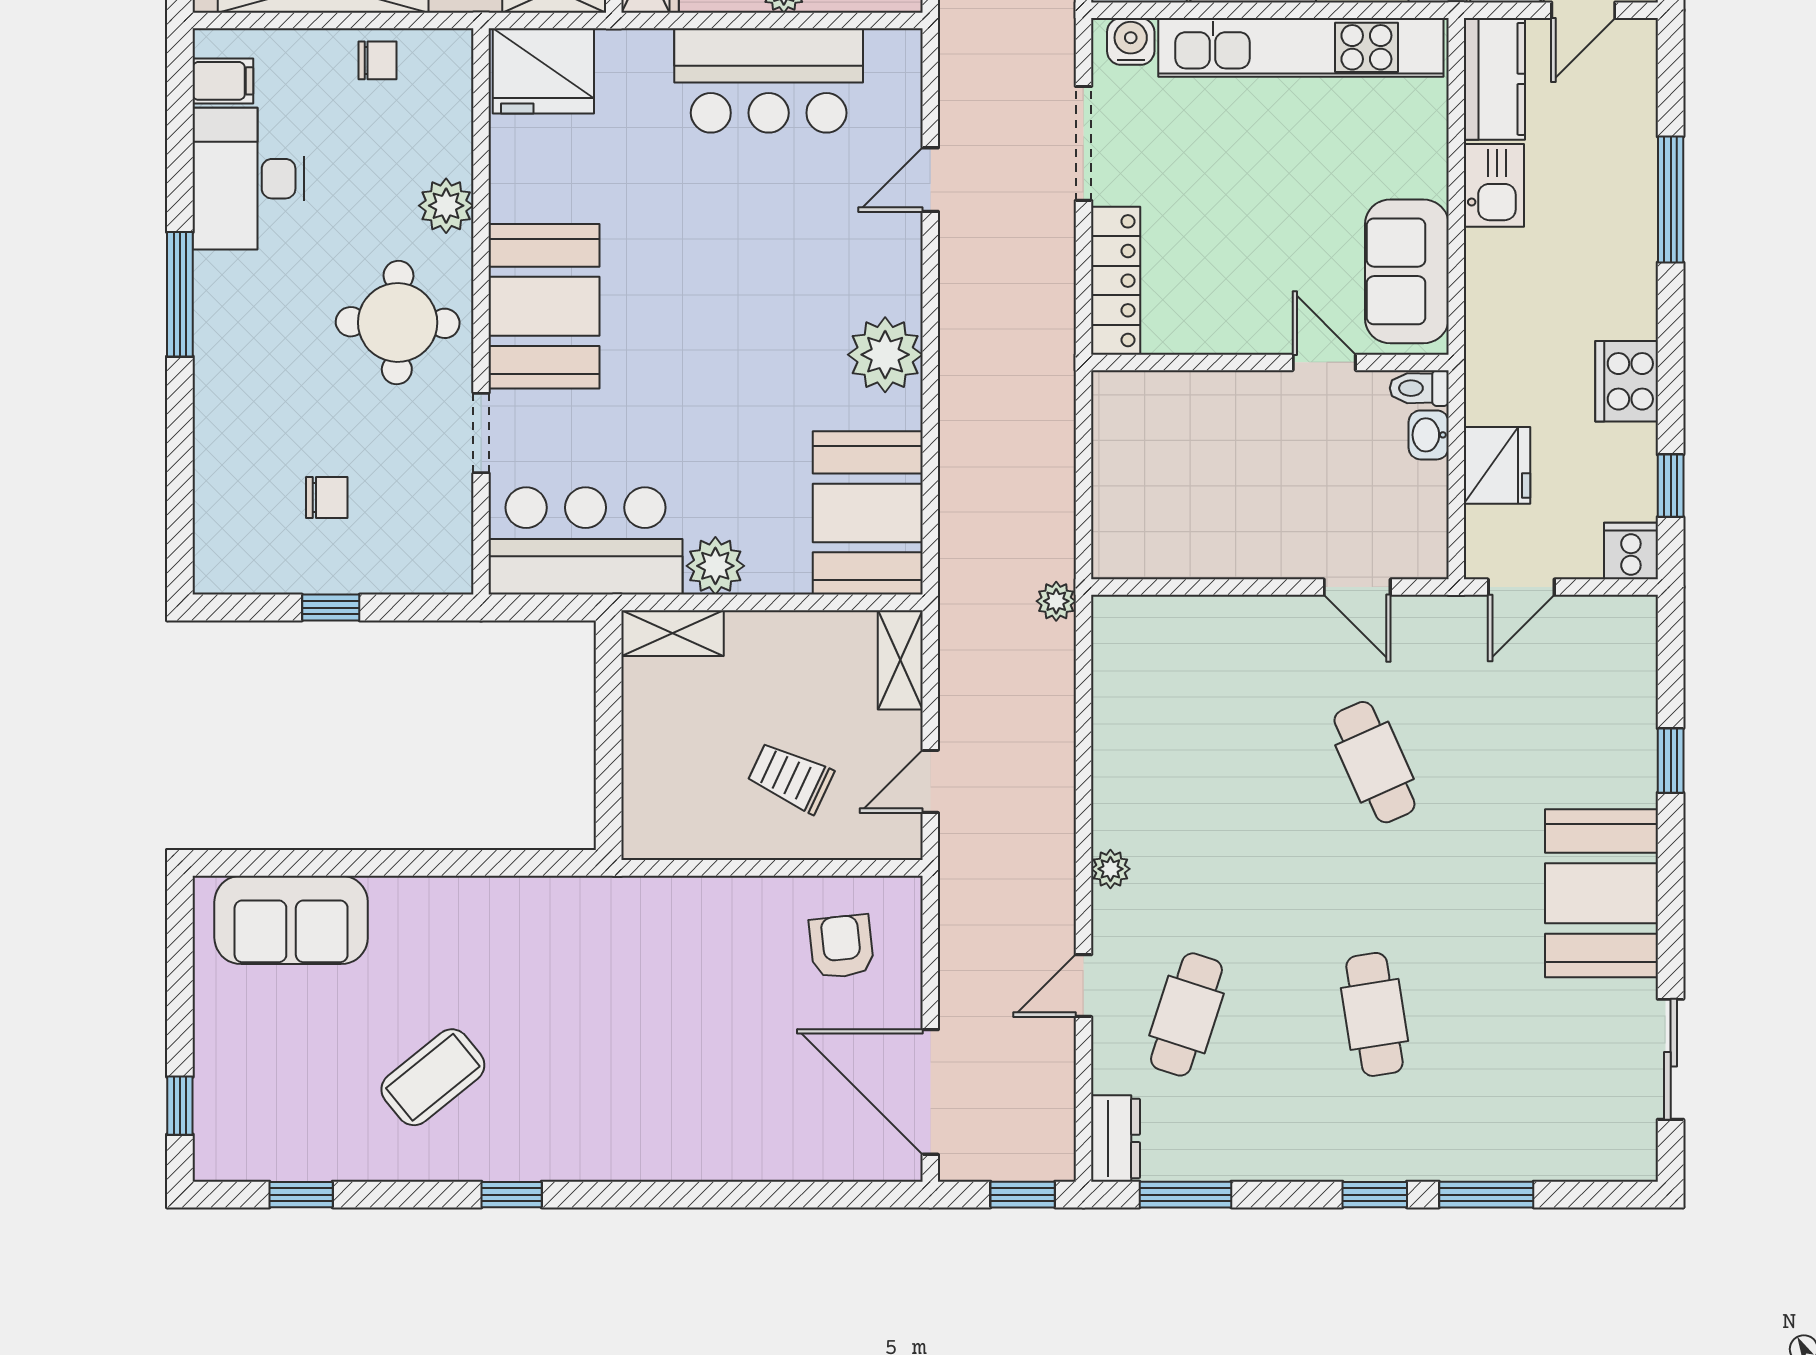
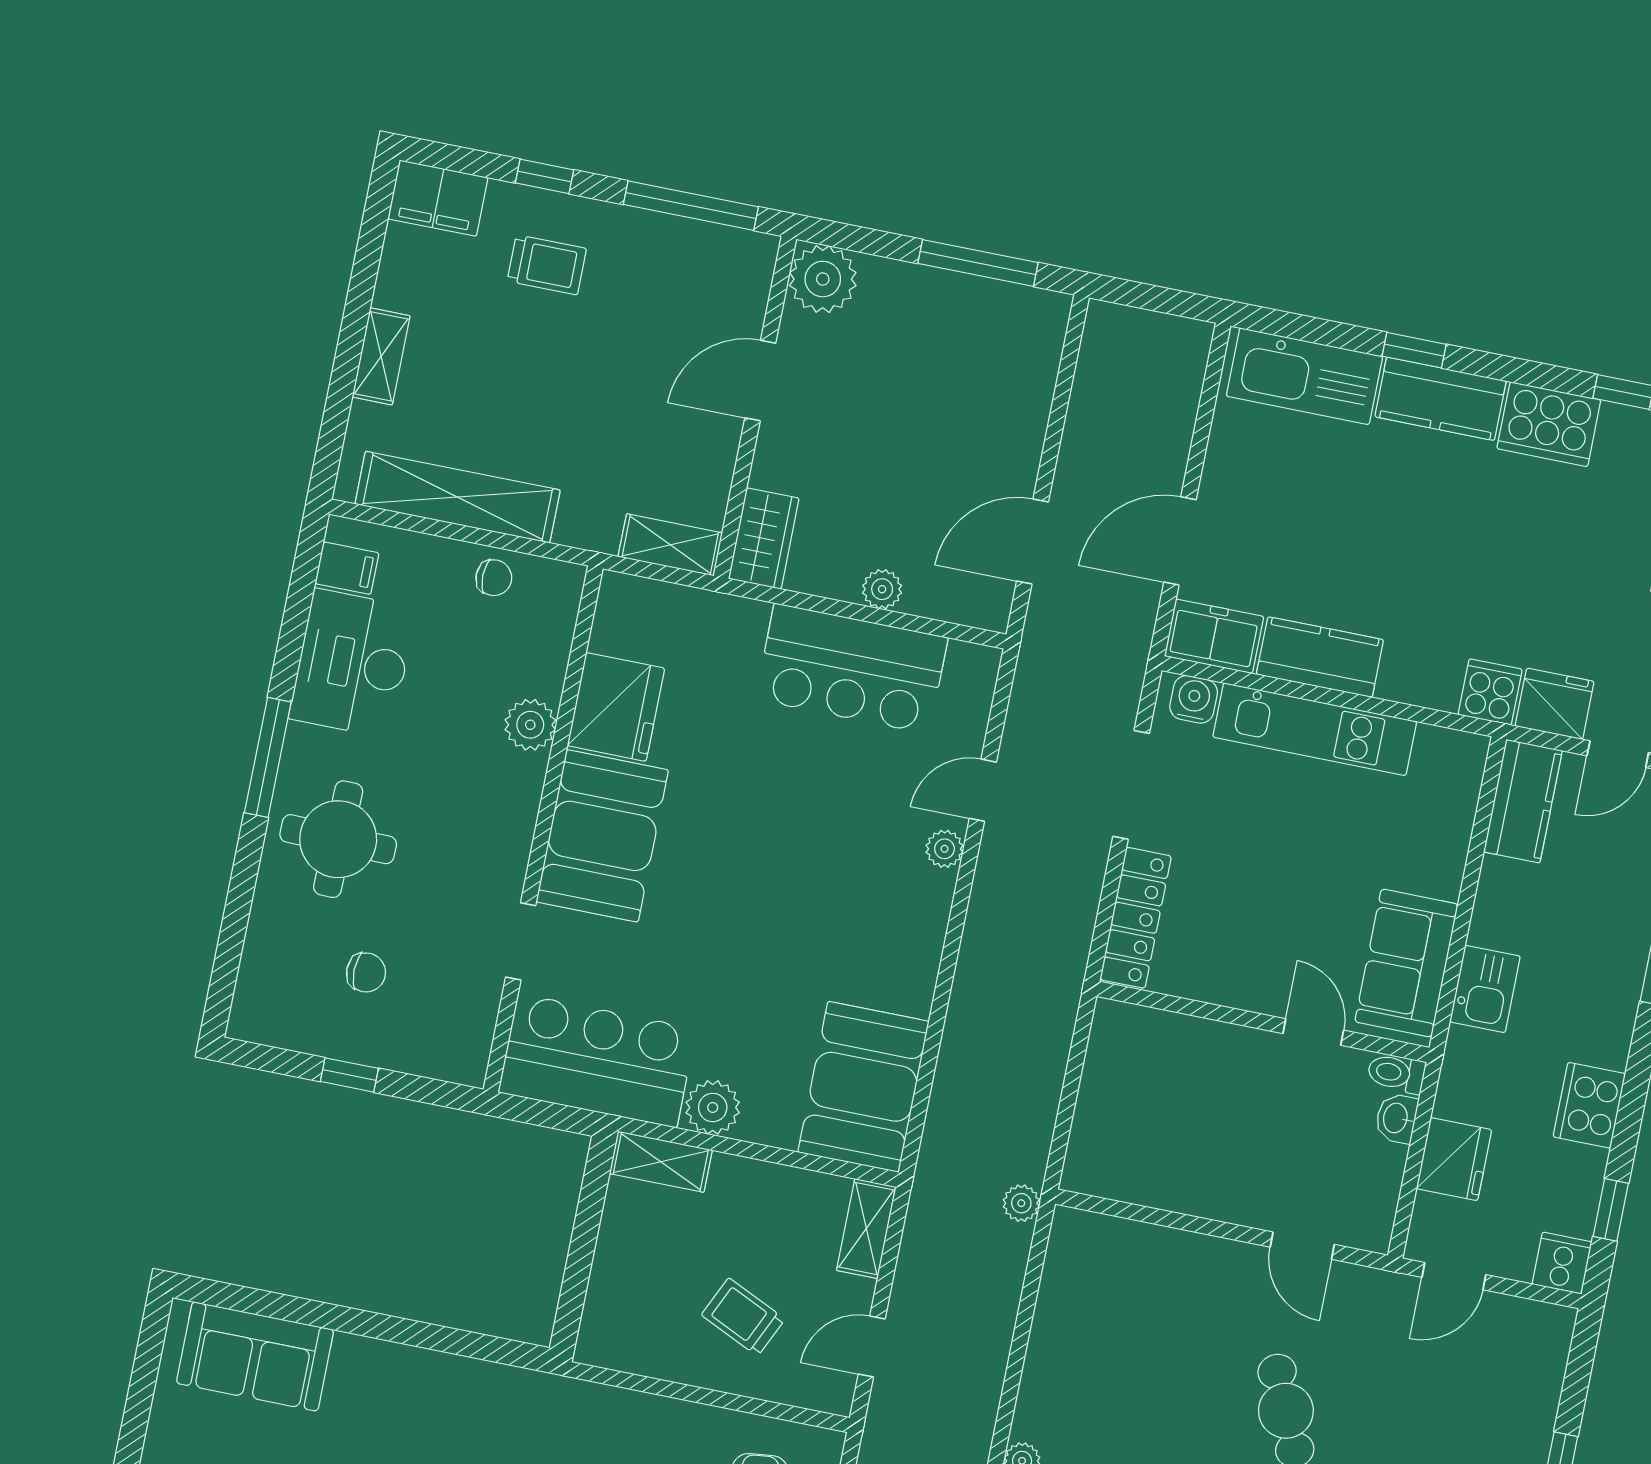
kitchen unit: (1301, 47) -> (1315, 729), width x0.73
fridge: (543, 71) -> (616, 707), moved, turned -90
kitchen sink: (1494, 185) -> (1485, 989), moved
round table: (398, 323) -> (338, 839), moved
plant: (885, 355) -> (944, 849), moved, width x0.53, depth x0.53

